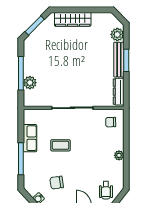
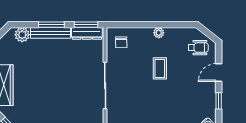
window: (126, 91) -> (86, 25), added
coffee table: (60, 145) -> (160, 68), moved
chair: (57, 183) -> (190, 103), removed

